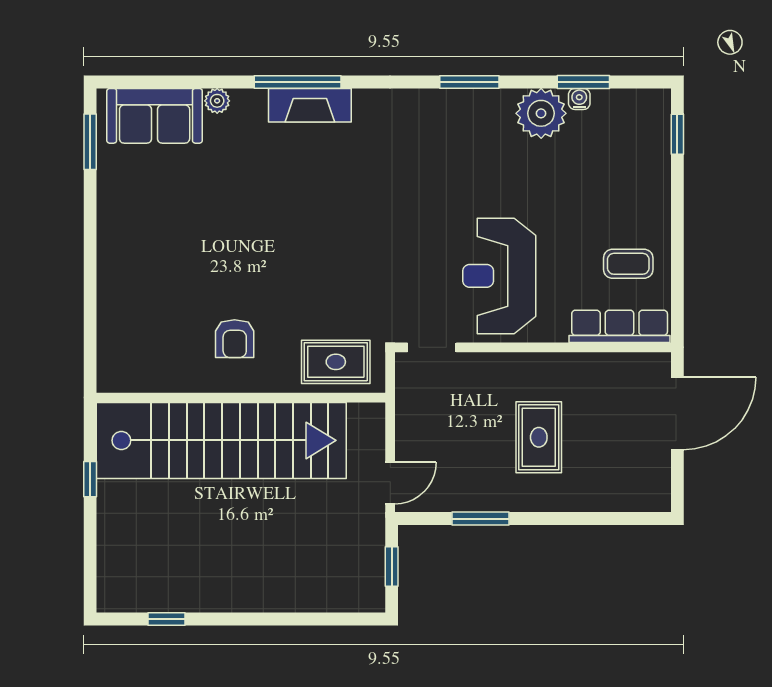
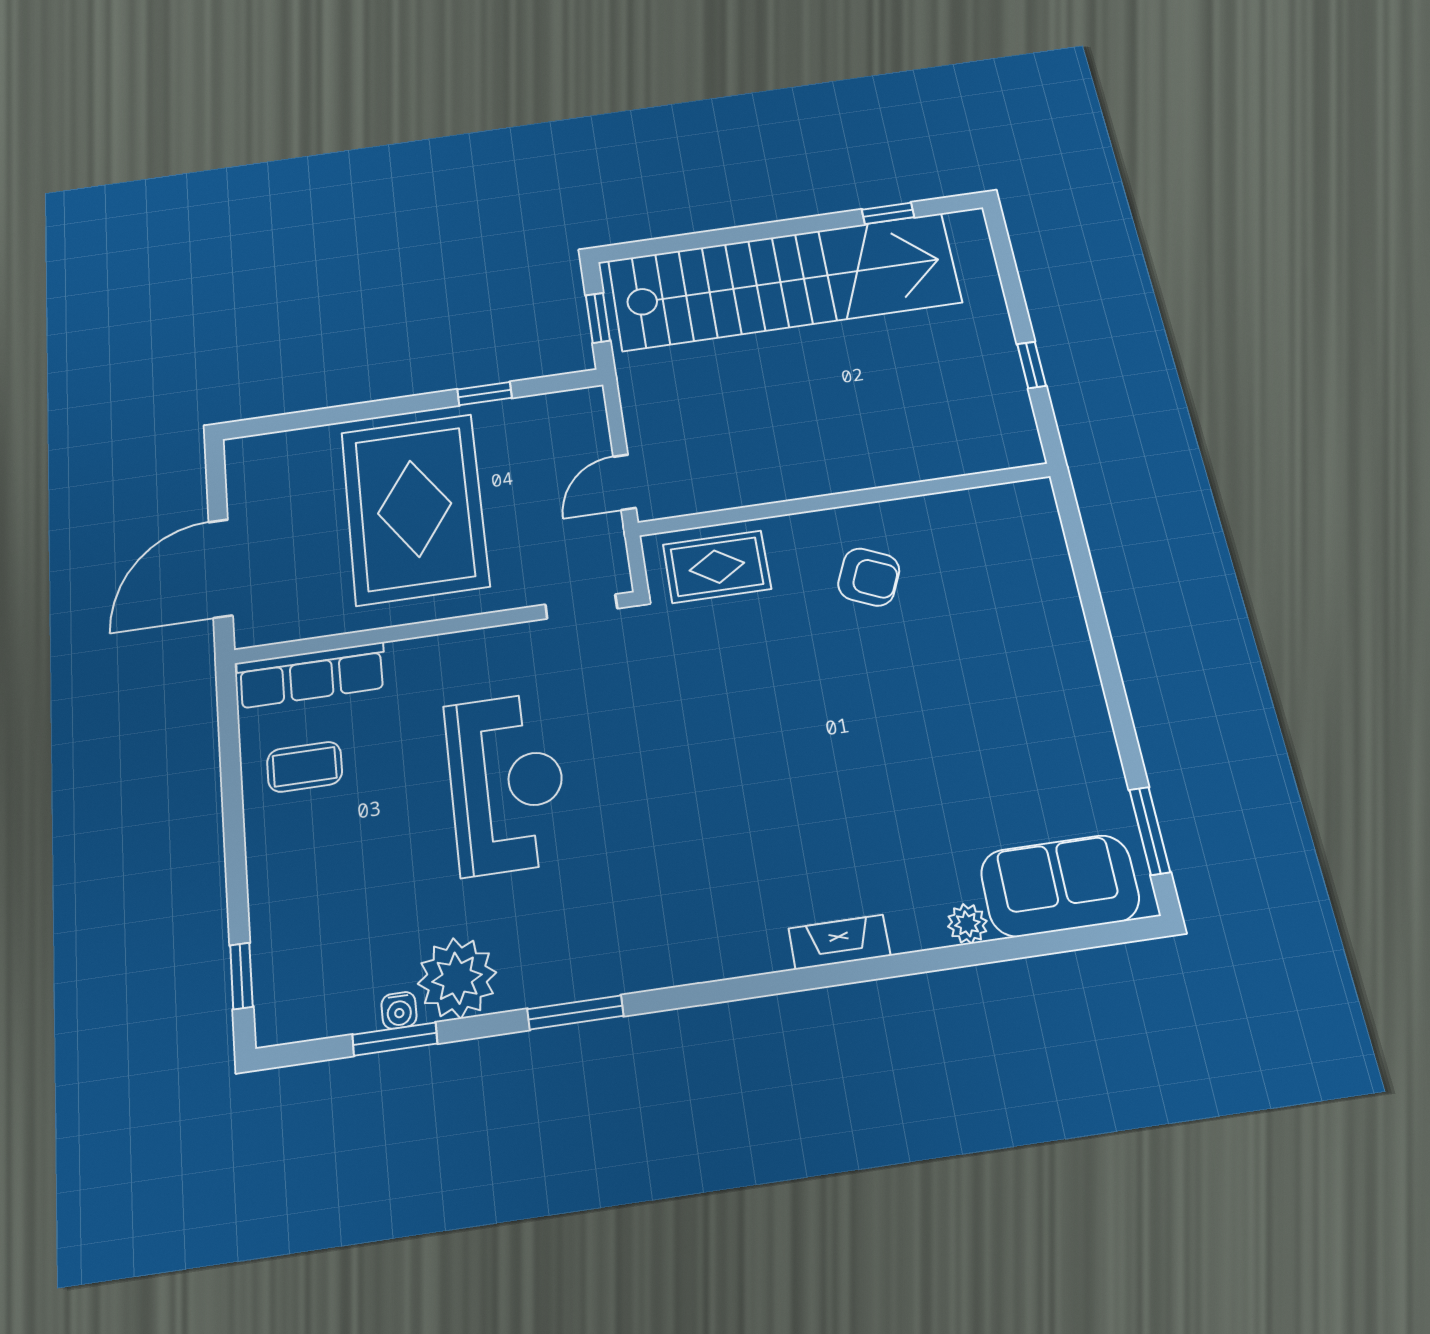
window: (298, 82) -> (847, 973), removed
fireplace: (310, 105) -> (839, 942), width x0.73, depth x0.76
reception desk: (499, 276) -> (507, 783), moved
armchair: (235, 339) -> (869, 577), turned 114
rug: (539, 437) -> (415, 508), width x1.86, depth x2.06
stairs: (221, 440) -> (784, 282), moved, turned 180
door: (390, 483) -> (625, 482), moved
window: (480, 519) -> (485, 394), width x0.67

